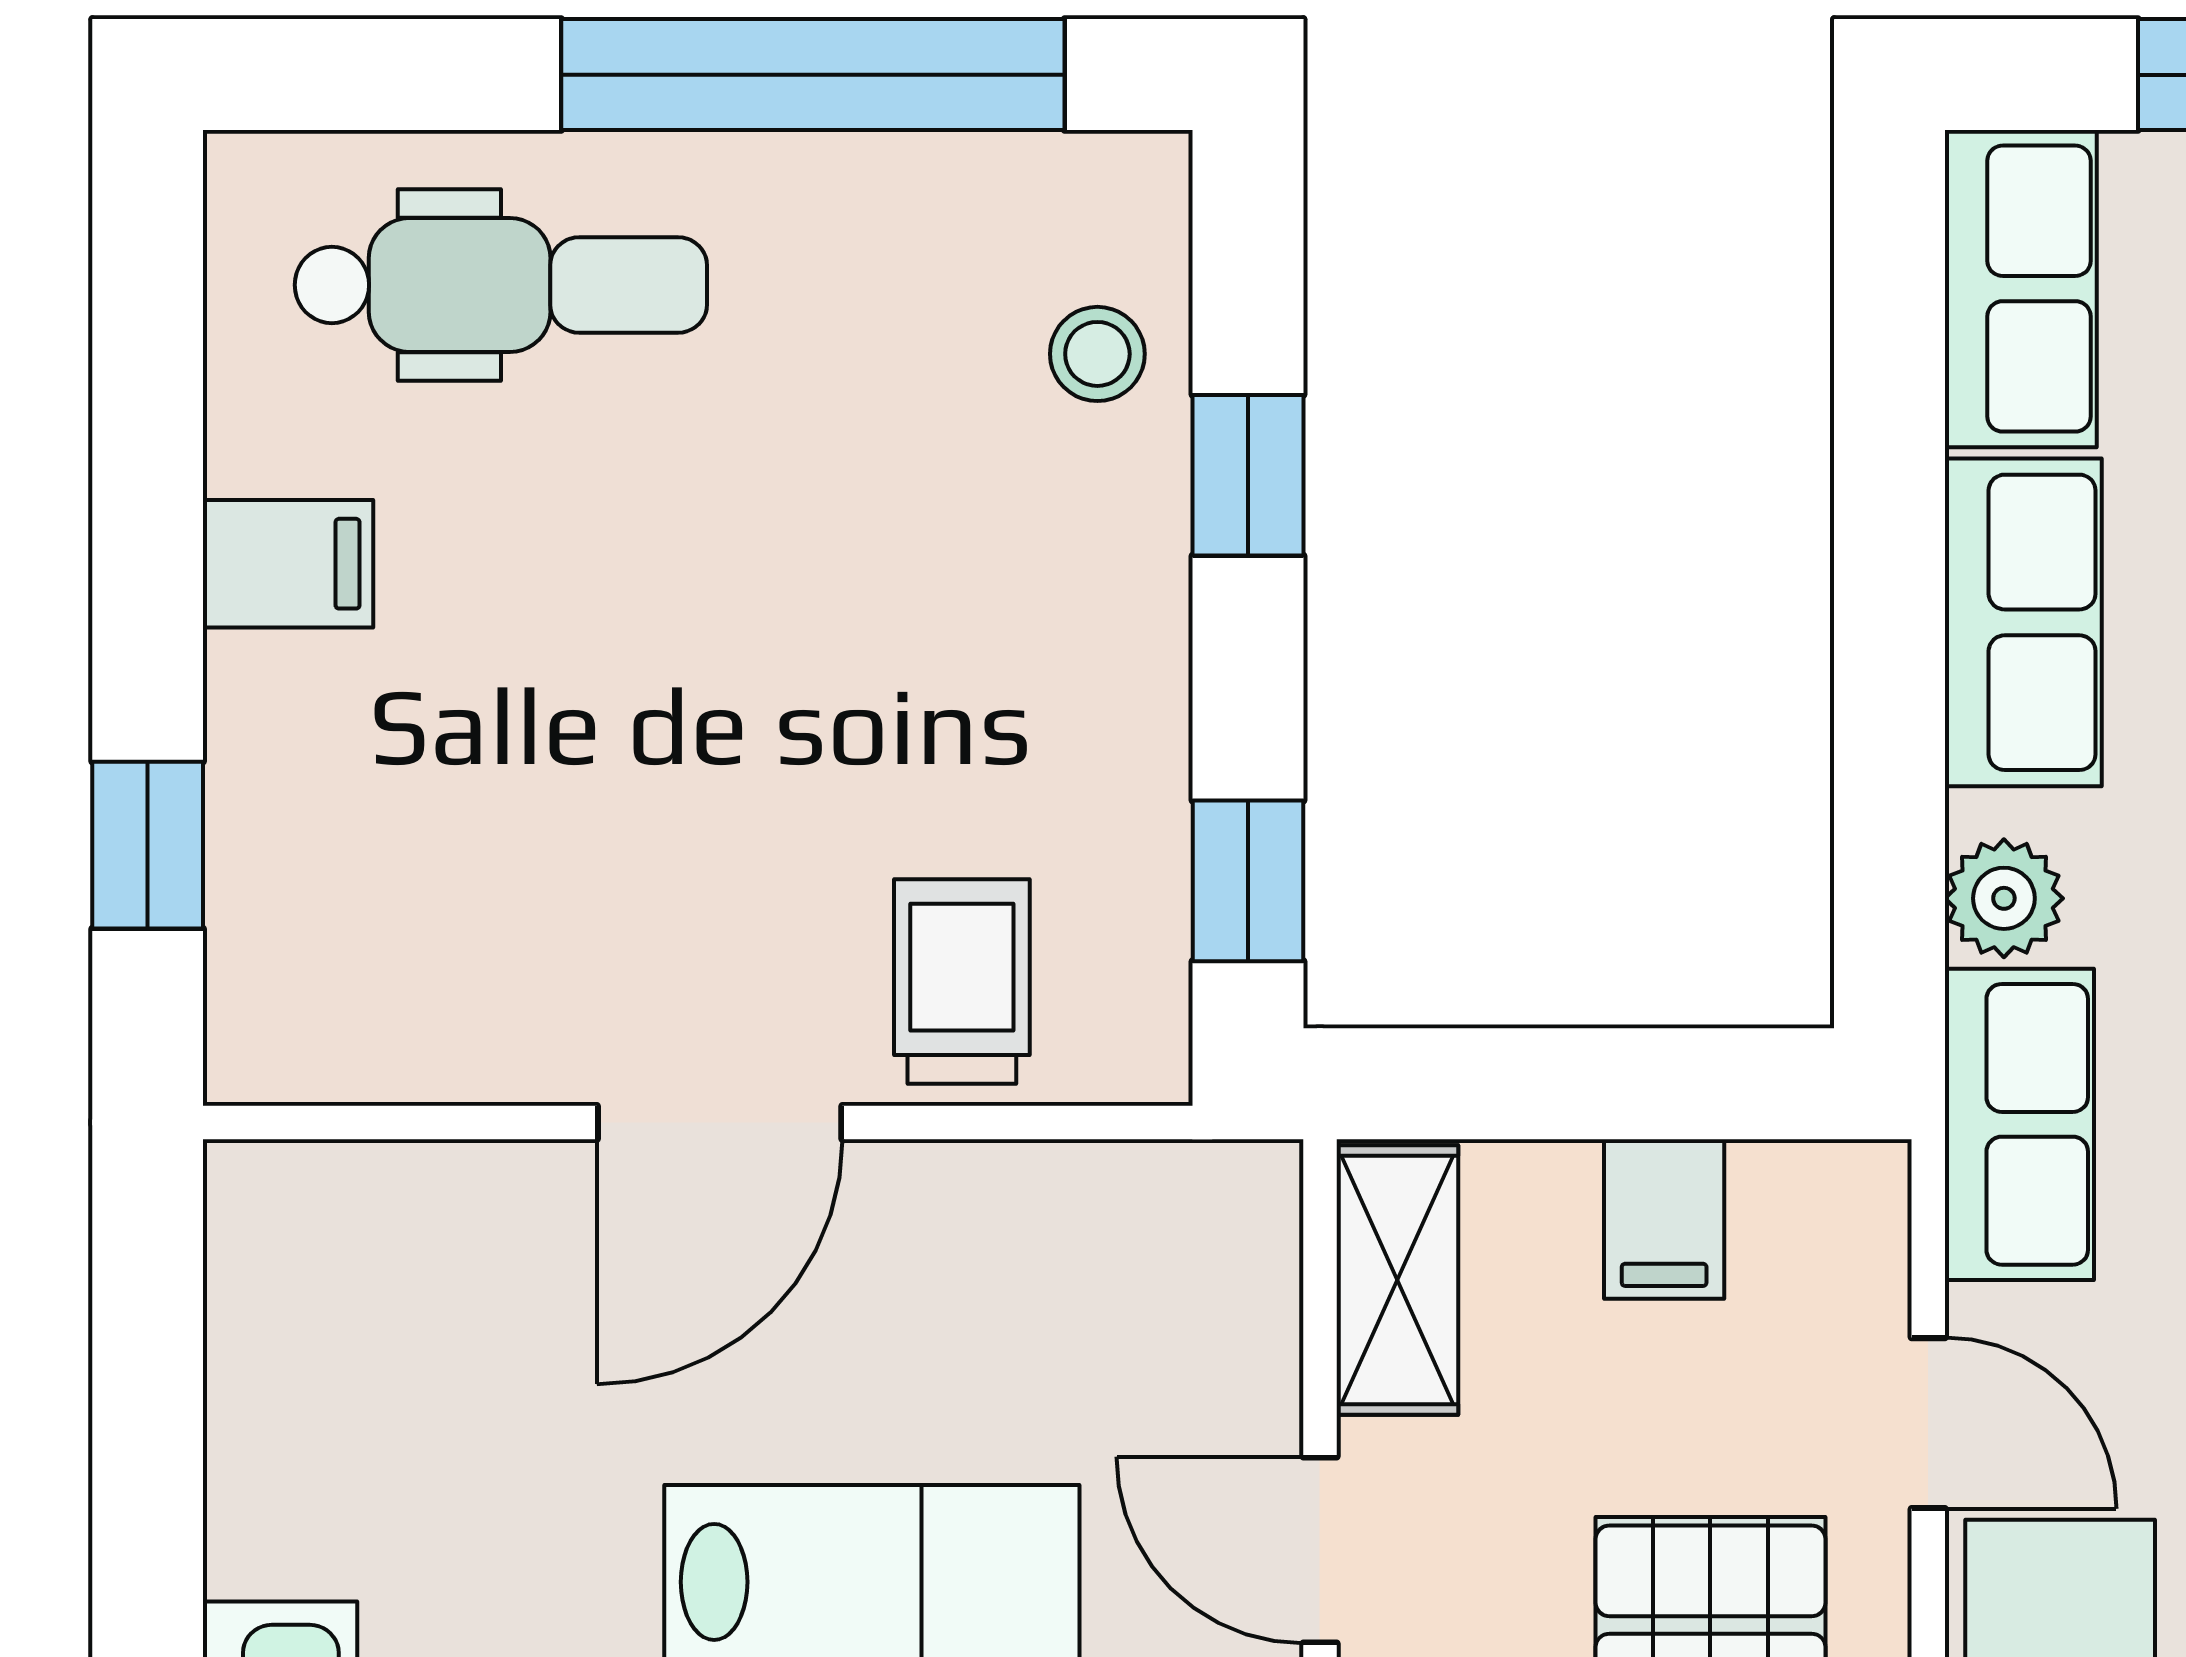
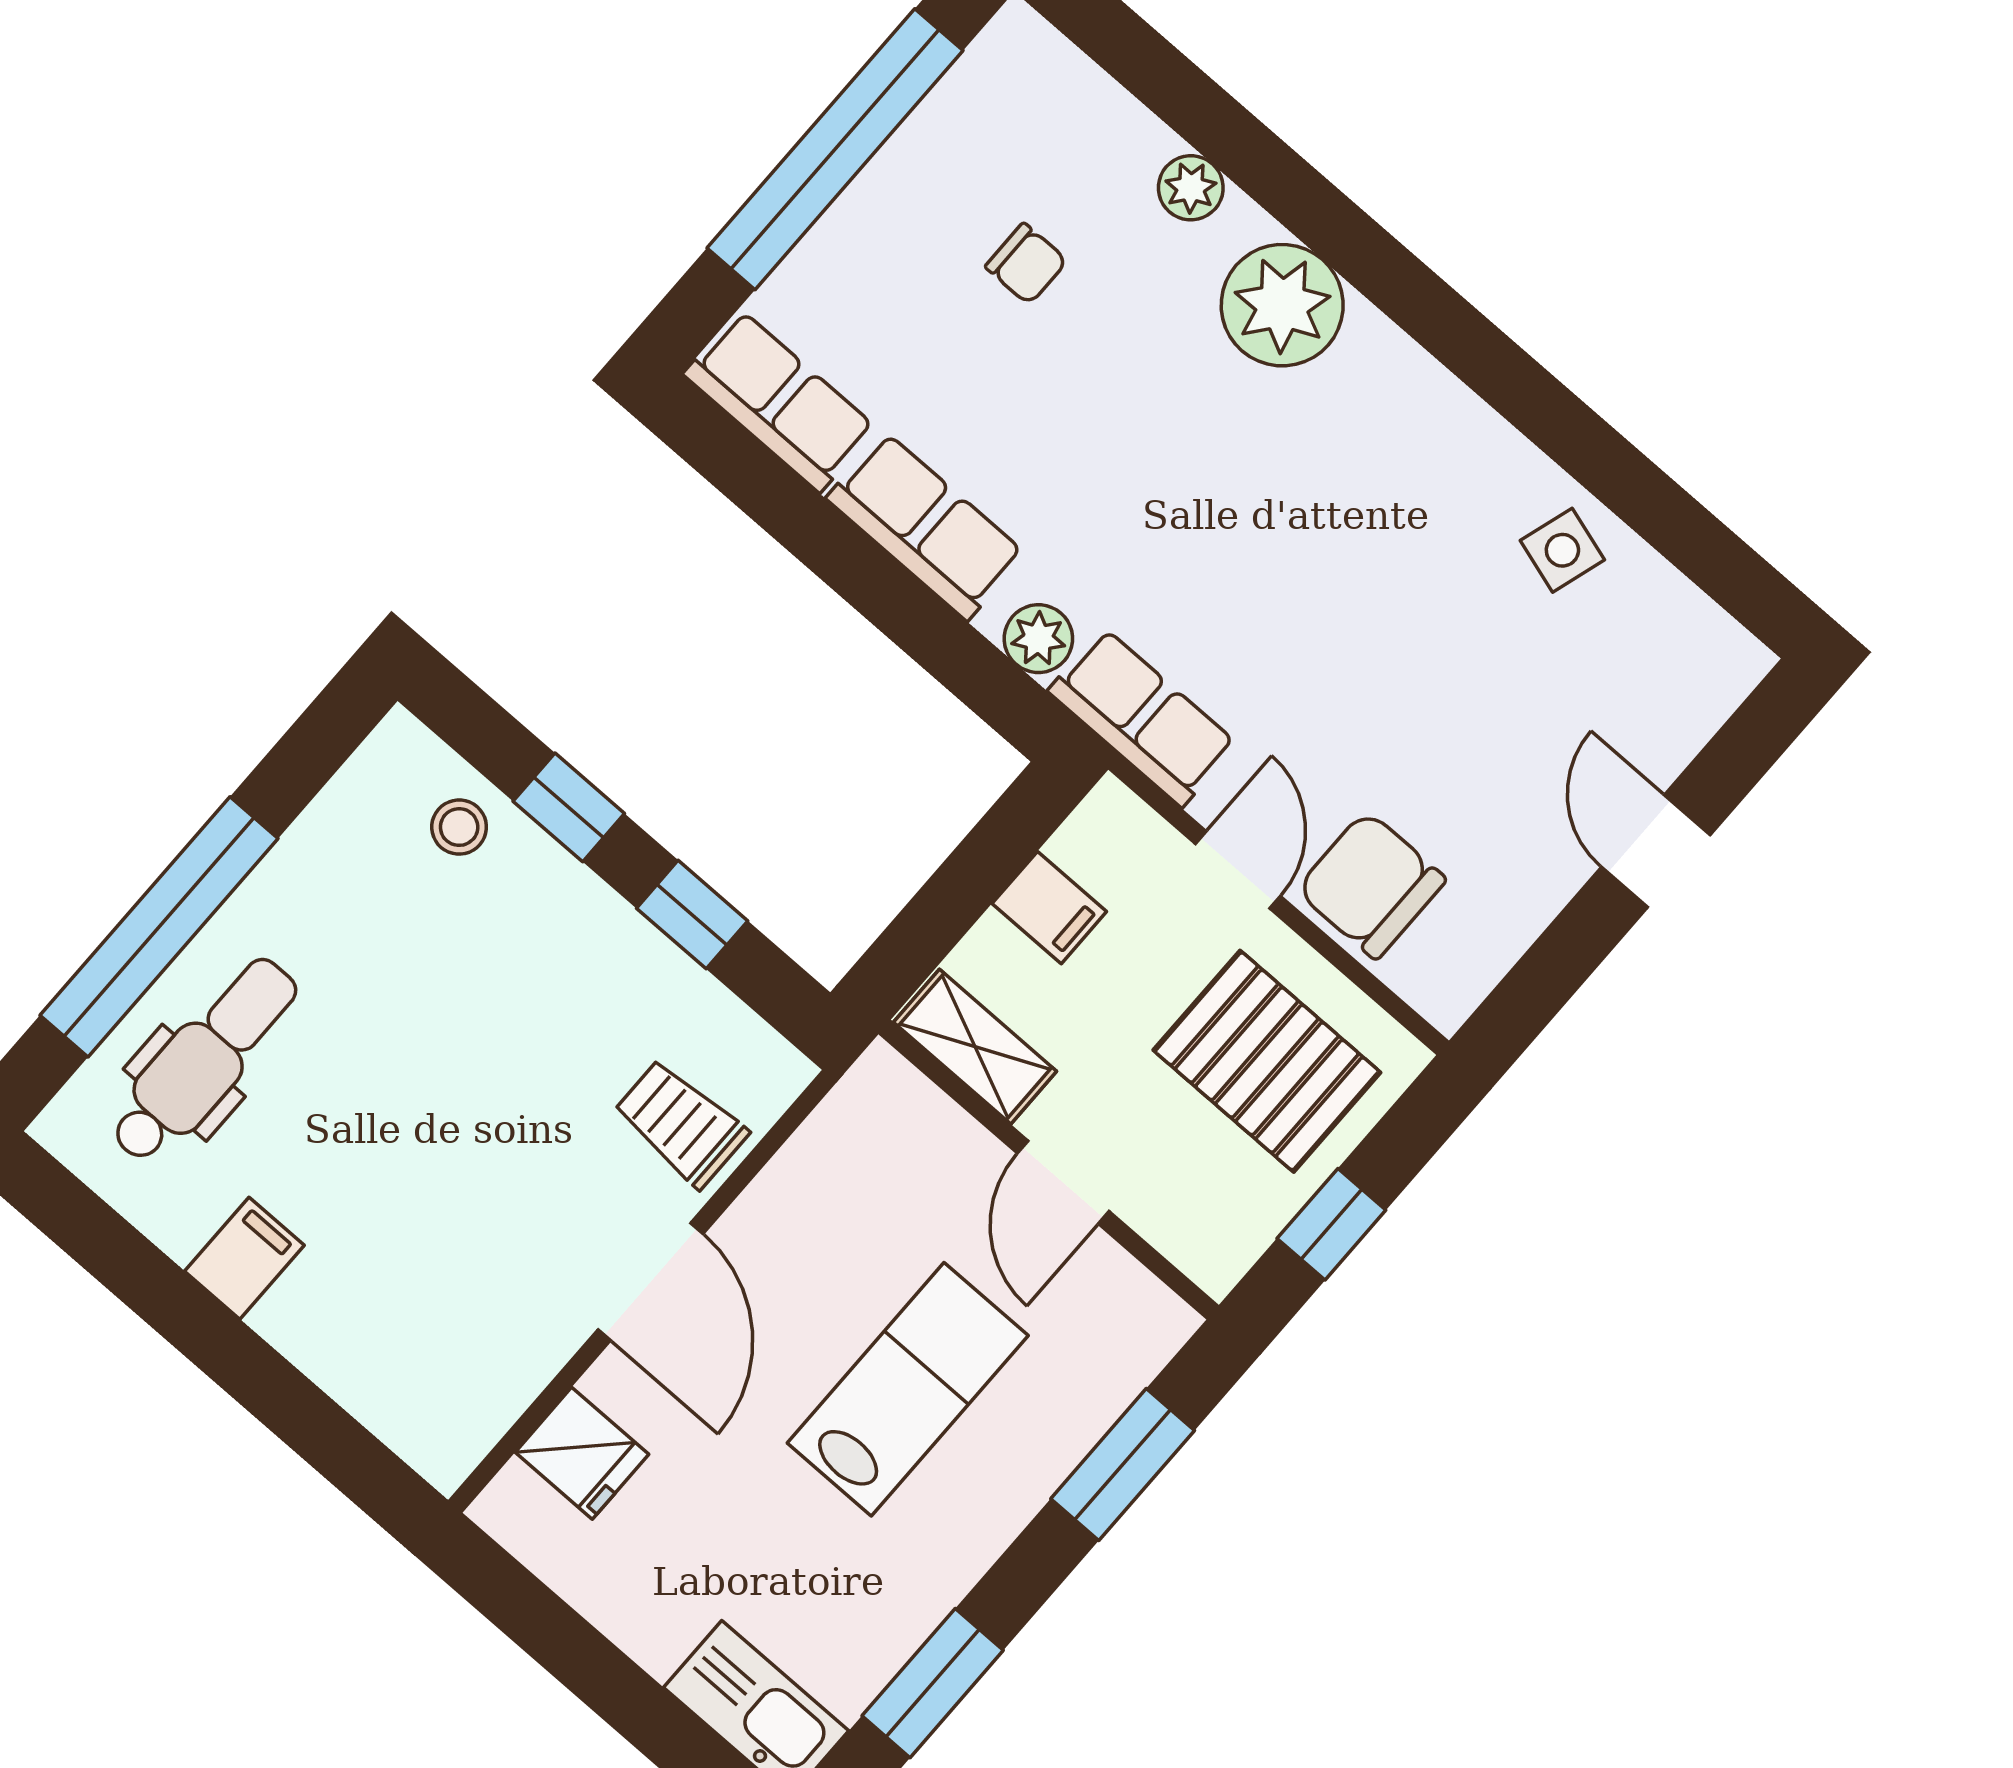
window: (813, 75) -> (159, 927), moved
window: (148, 845) -> (314, 1426), removed
window: (1248, 881) -> (692, 915), moved
fridge: (417, 1228) -> (582, 1453), added
door: (1928, 1423) -> (1238, 870), hinge flipped
door: (1320, 1550) -> (1063, 1182), hinge flipped

